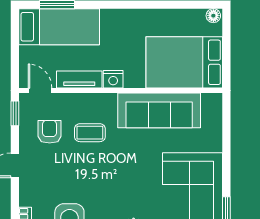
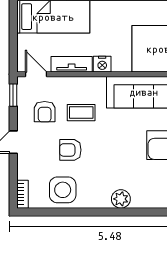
armchair: (50, 132) -> (45, 112), turned 180
armchair: (78, 174) -> (70, 150), added

